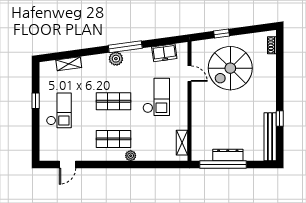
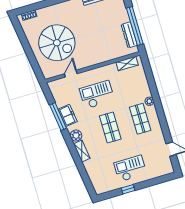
window: (222, 34) -> (32, 58), removed
window: (125, 47) -> (58, 117), moved
freezer: (164, 53) -> (68, 115), moved
shelving: (69, 64) -> (82, 151), moved
dresser: (228, 155) -> (129, 35), moved

